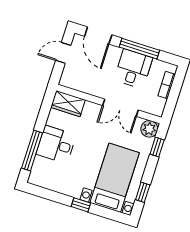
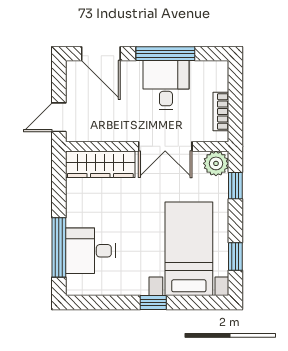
door: (63, 53) -> (59, 117), moved
bookcase: (167, 85) -> (221, 111), moved
wardrobe: (68, 104) -> (100, 164), width x1.50
desk: (56, 145) -> (90, 251), moved

